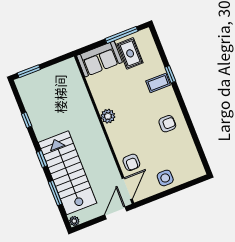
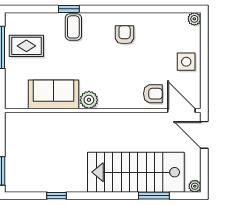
sofa: (99, 59) -> (53, 94), moved, turned -90
window: (42, 159) -> (108, 196), removed
plant: (200, 171) -> (194, 19), added

